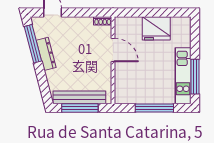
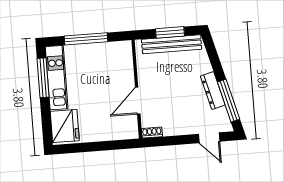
fridge: (156, 28) -> (65, 126), moved, turned 90
door: (113, 50) -> (138, 101), hinge flipped
window: (80, 108) -> (170, 32), width x0.69

